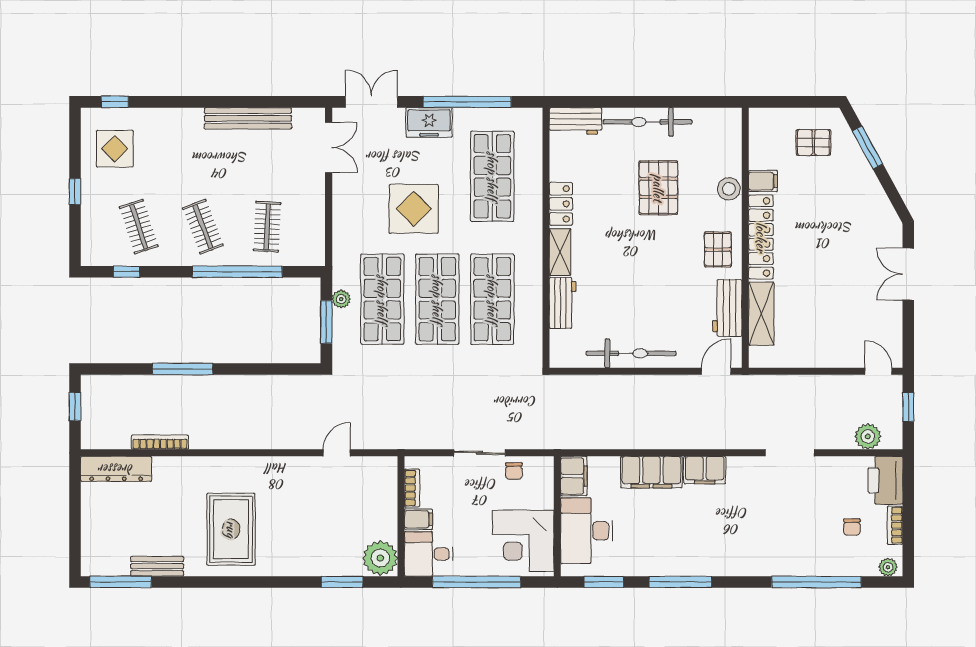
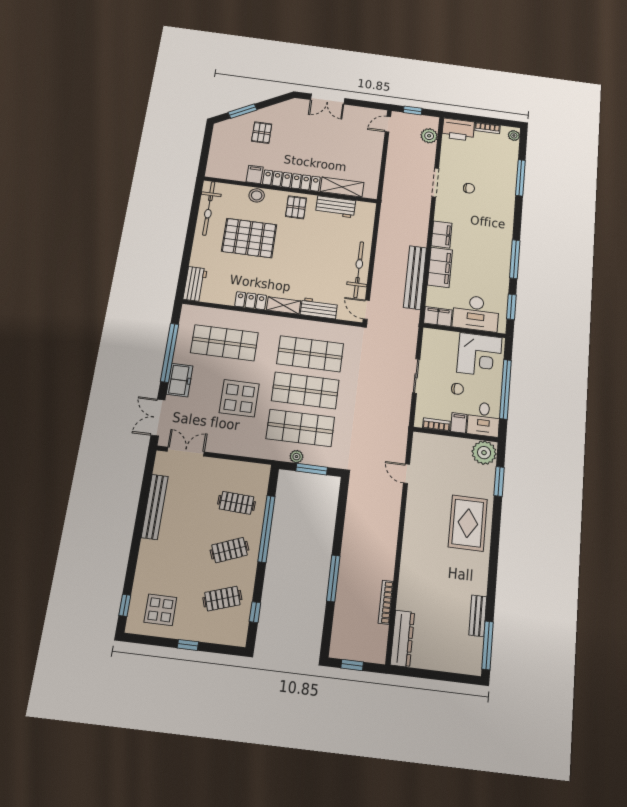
bicycle: (648, 122) -> (209, 208), moved
pallet: (813, 143) -> (262, 133), moved
pallet: (658, 188) -> (249, 238), width x1.37, depth x1.41
pallet: (718, 249) -> (296, 207), turned 90
door: (716, 371) -> (366, 310), moved
bench: (630, 437) -> (415, 277), added
chair: (514, 471) -> (457, 389), moved
chair: (852, 527) -> (469, 188), moved
rug: (231, 529) -> (468, 523), moved, turned 90
window: (816, 582) -> (520, 178), width x0.68

